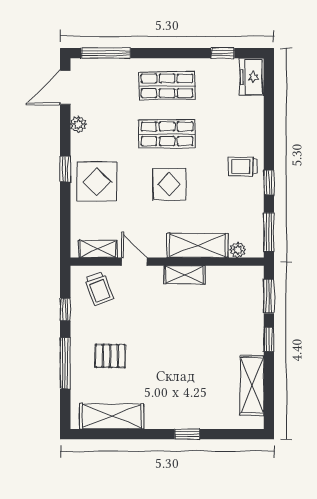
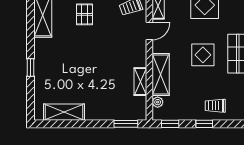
trolley: (243, 166) -> (215, 106), turned -90
window: (269, 232) -> (170, 124), width x0.67
shelving: (184, 275) -> (140, 82), moved
window: (269, 339) -> (96, 124), removed

